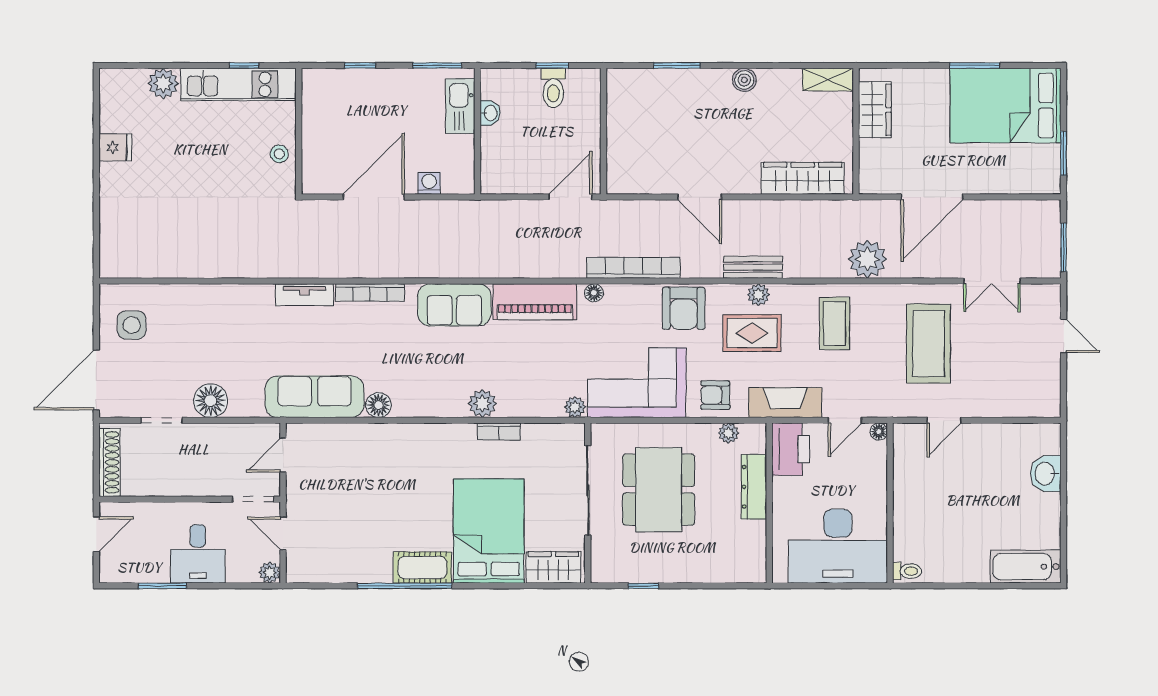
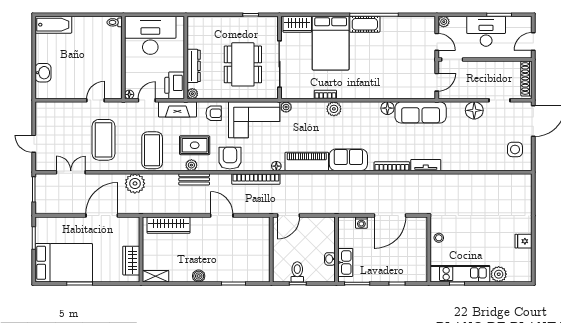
coffee table: (834, 323) -> (152, 150), width x1.36, depth x1.32
plant: (728, 433) -> (192, 94), moved
desk: (198, 554) -> (486, 31), width x1.37

